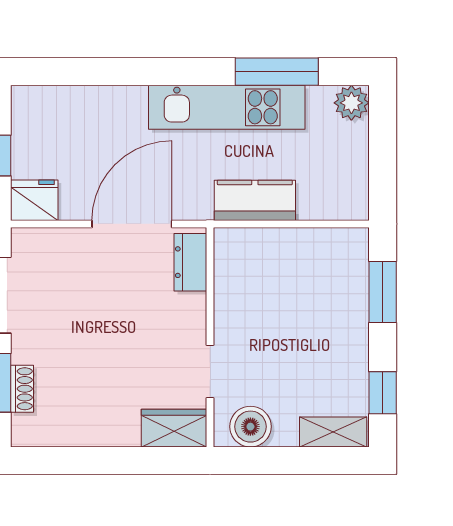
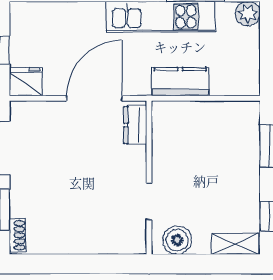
shoe rack: (22, 389) -> (17, 235), moved
wardrobe: (174, 428) -> (124, 241), removed

